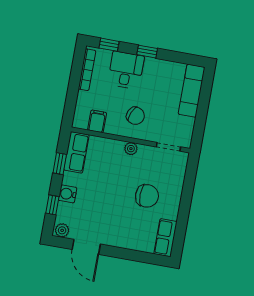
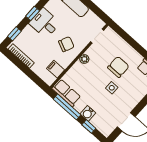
desk: (126, 70) -> (45, 23), moved
window: (60, 164) -> (67, 107), width x2.17
side table: (117, 204) -> (112, 88), added
plant: (62, 230) -> (108, 130), removed

